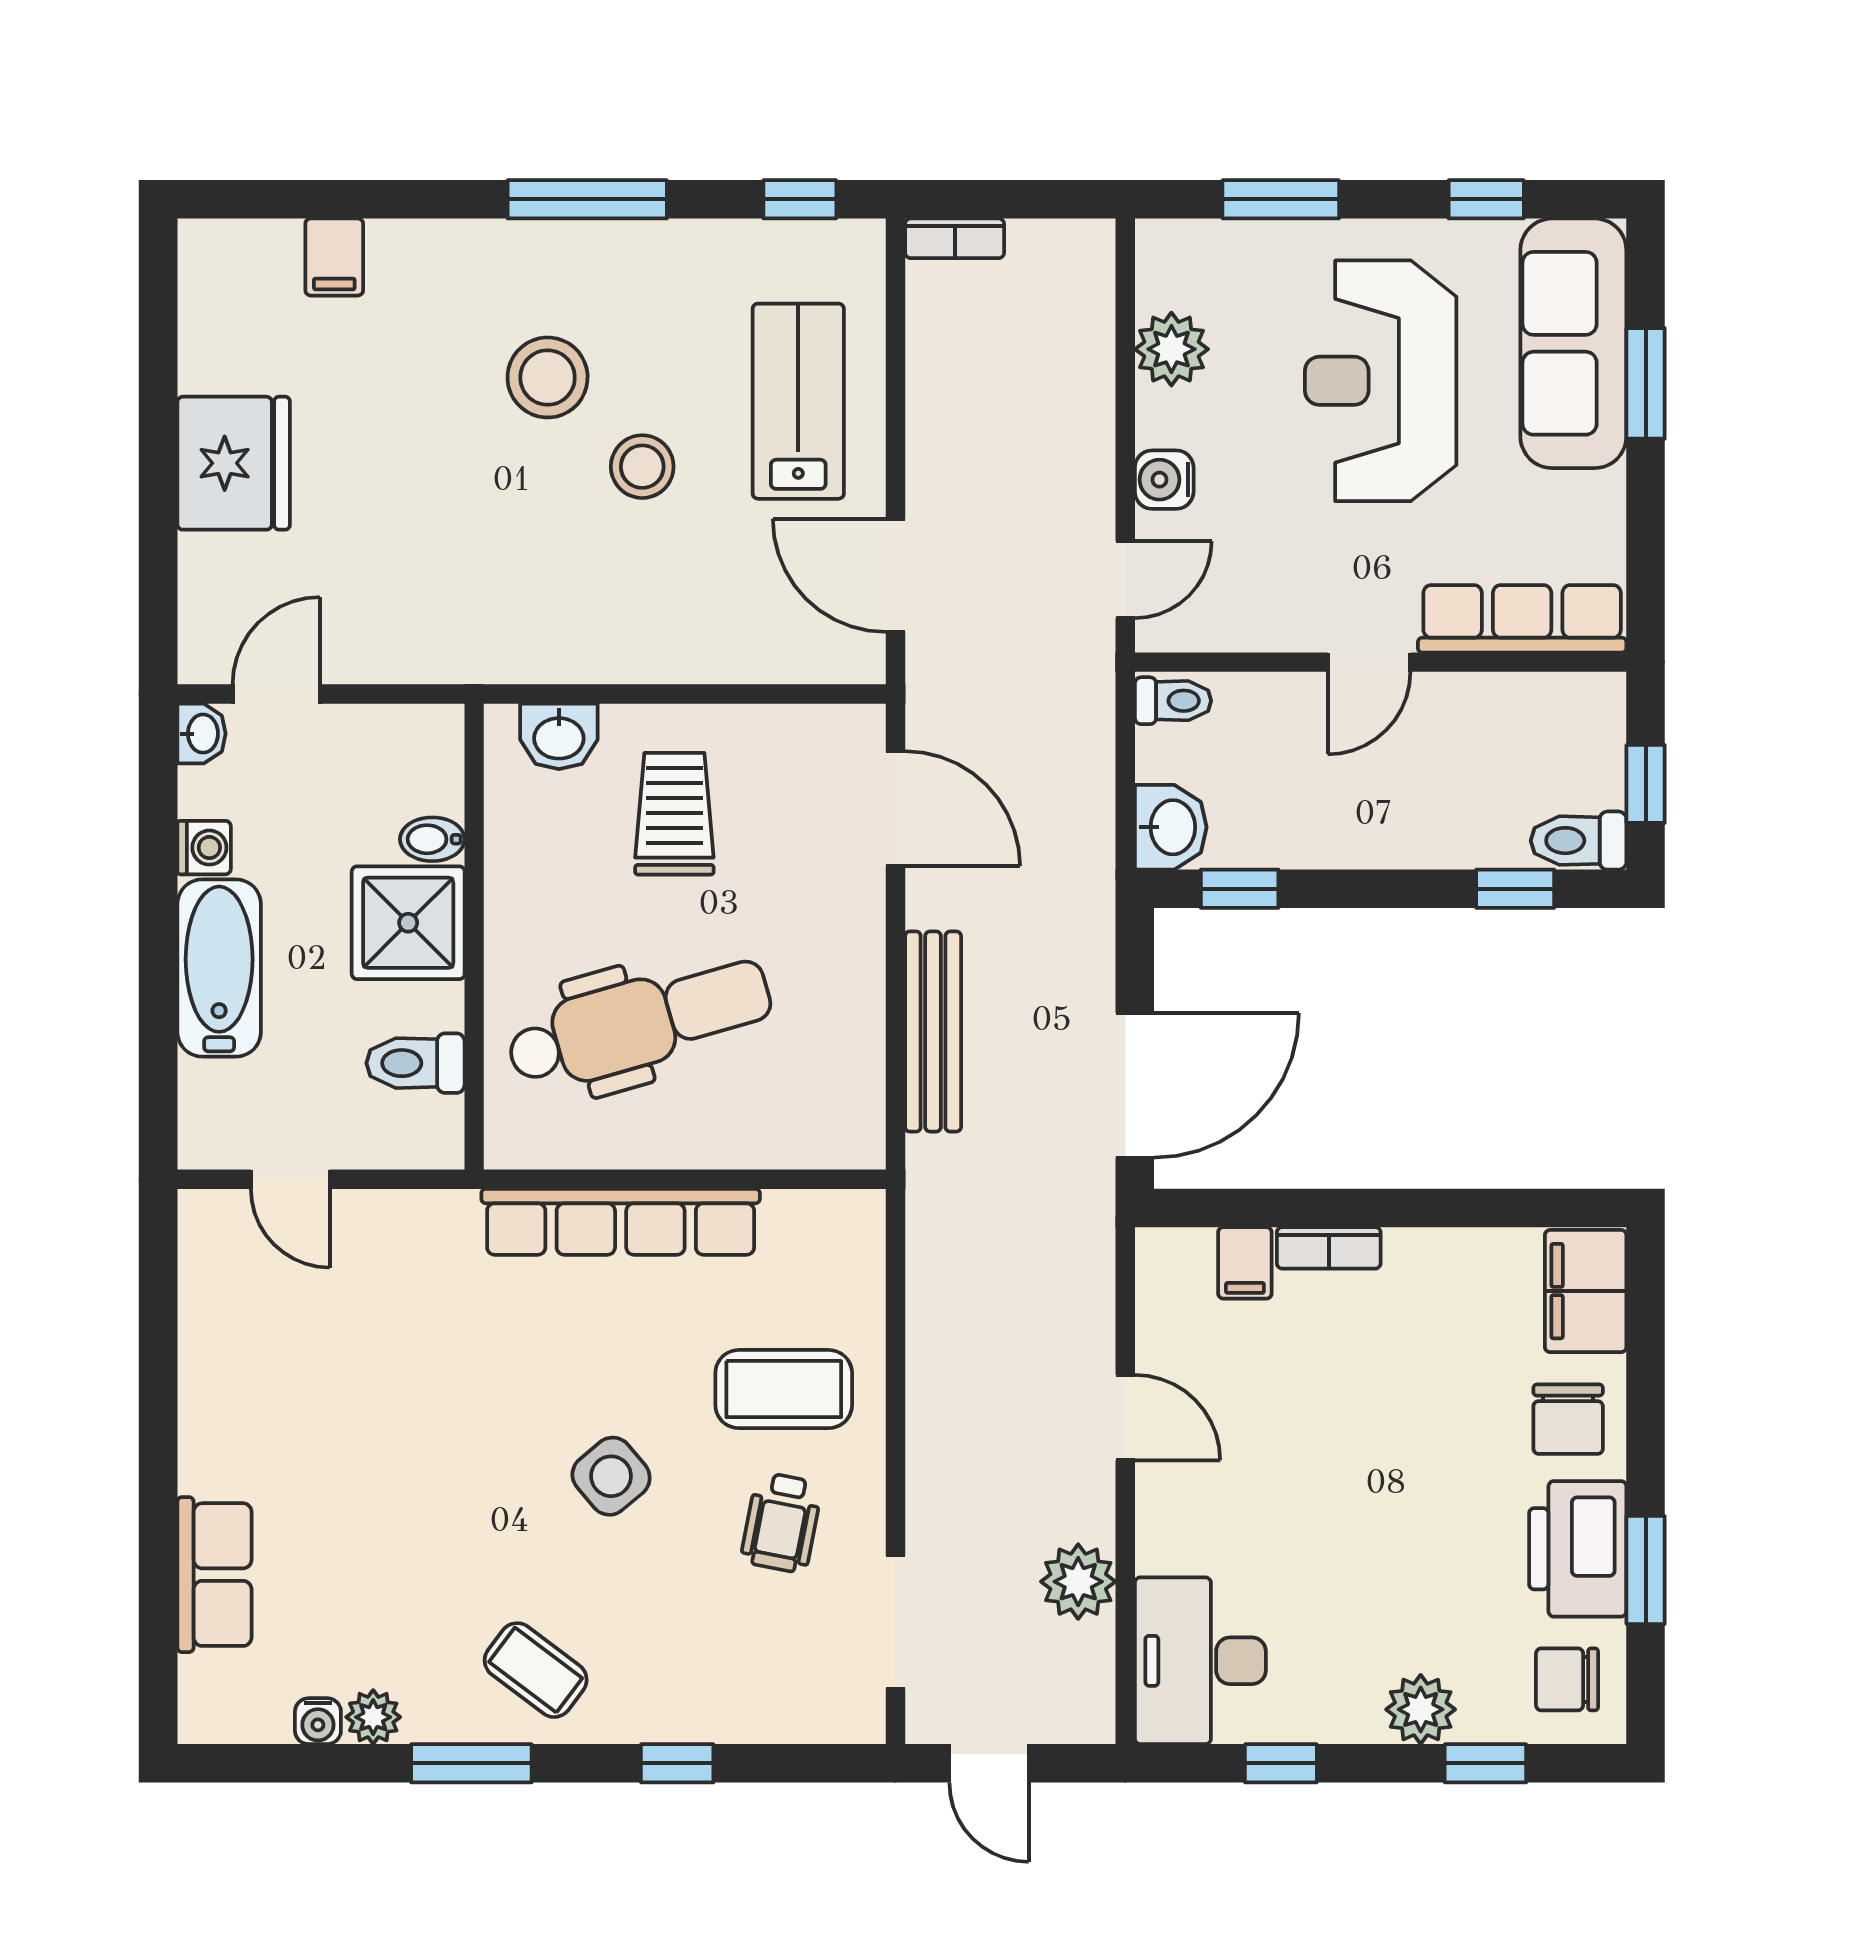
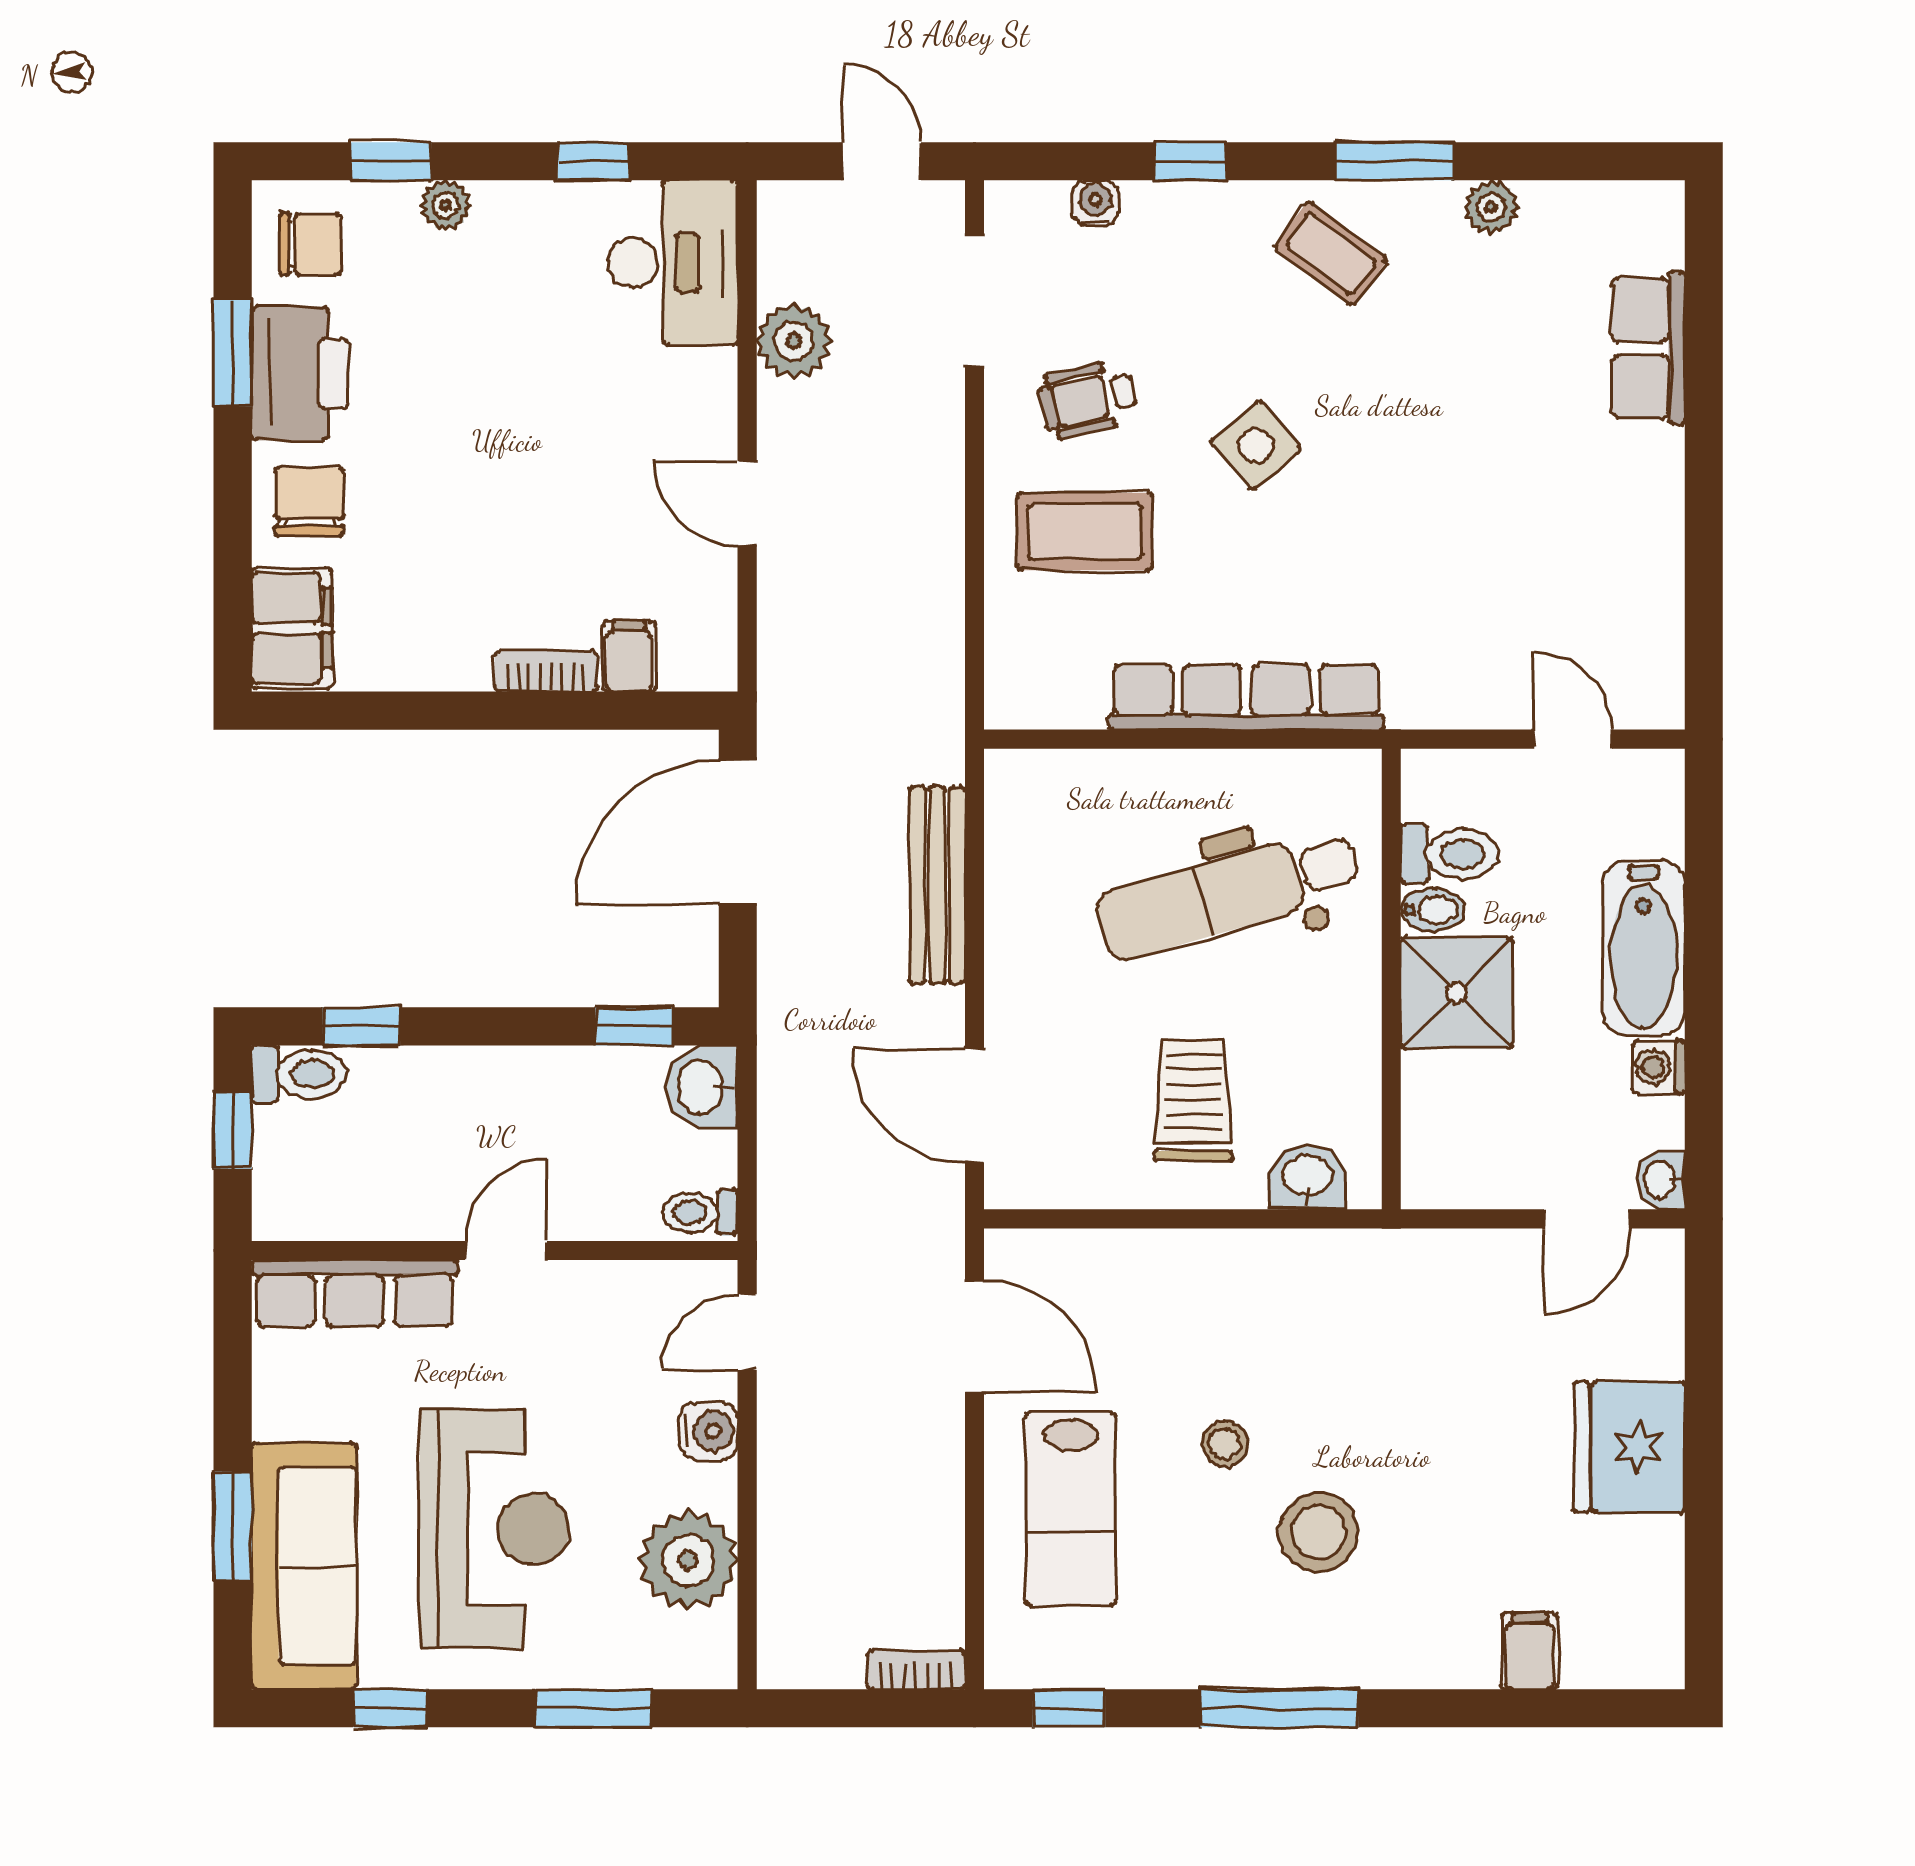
plant: (1171, 349) -> (688, 1560), width x1.36, depth x1.36
stool: (642, 467) -> (1225, 1444), width x0.73, depth x0.73
trolley: (674, 814) -> (1193, 1101), turned 180
bidet: (432, 839) -> (1433, 910), moved
wheelchair: (781, 1523) -> (1087, 399), turned -114
plant: (1421, 1709) -> (446, 205), width x0.73, depth x0.73
water cooler: (318, 1721) -> (1095, 203), moved

